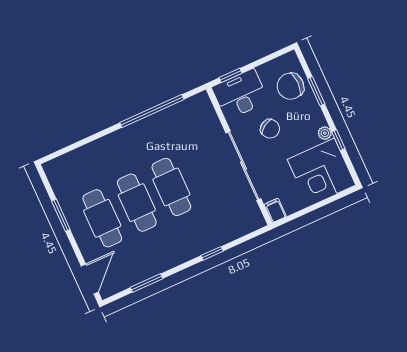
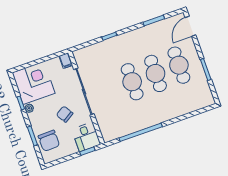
chair: (290, 86) -> (49, 141), turned 89
desk: (240, 94) -> (86, 137), width x0.73

